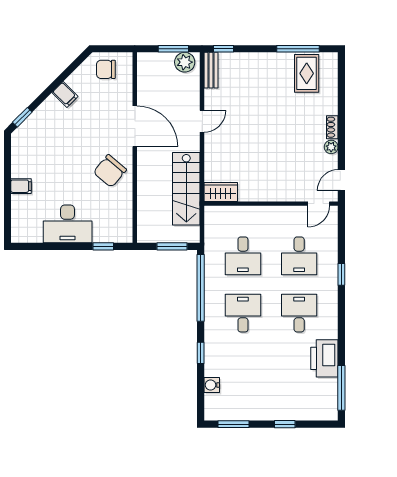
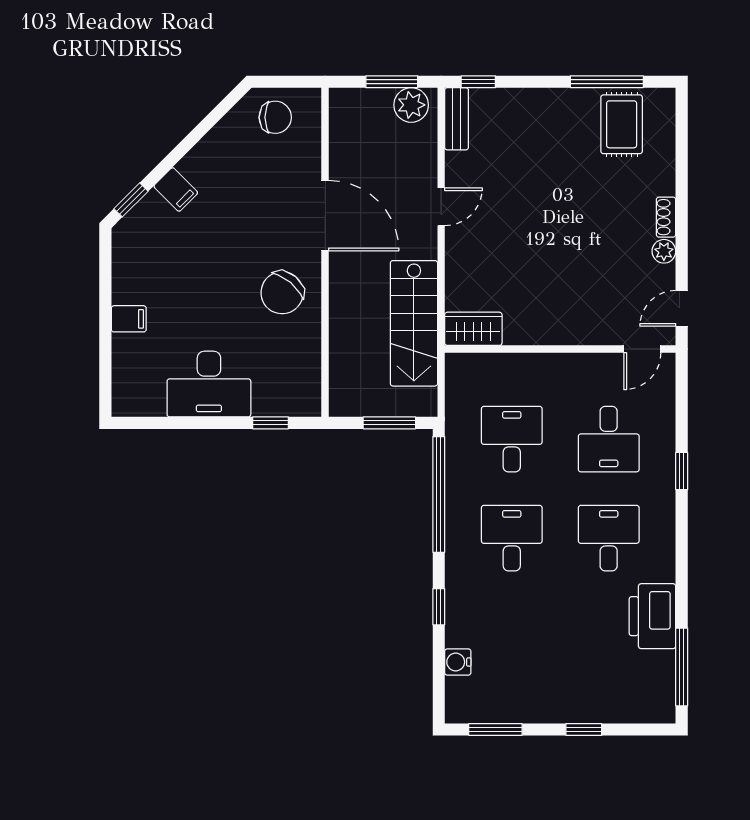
chair: (106, 69) -> (275, 117), turned 180
filing cabinet: (65, 94) -> (176, 189), moved
desk: (243, 256) -> (512, 439), turned 180

